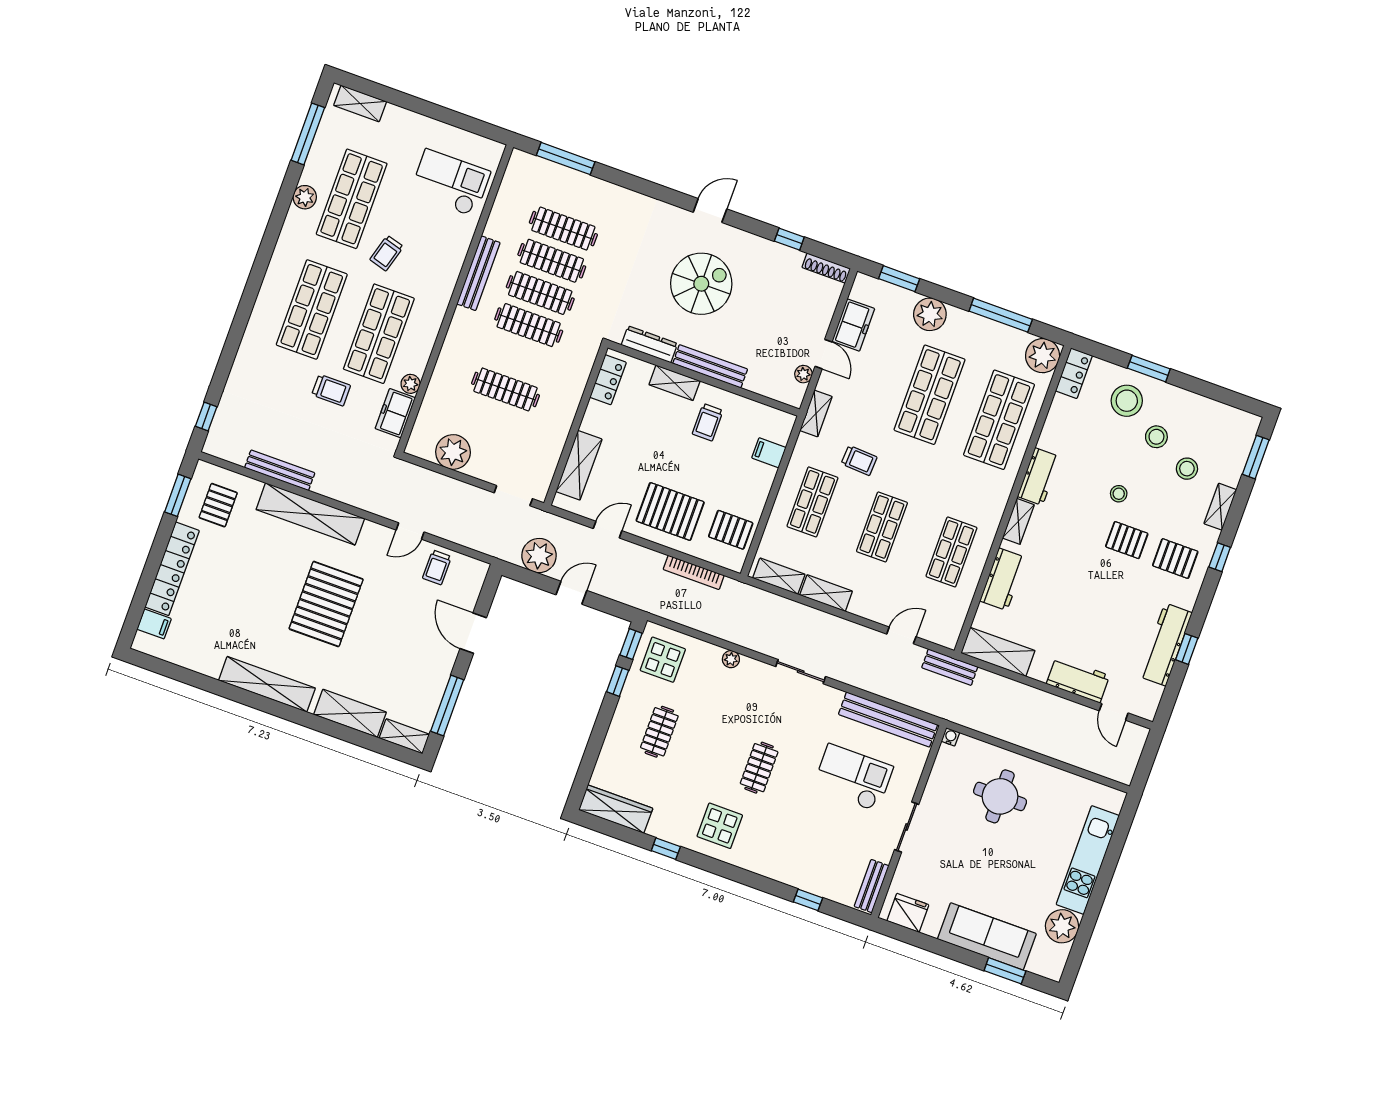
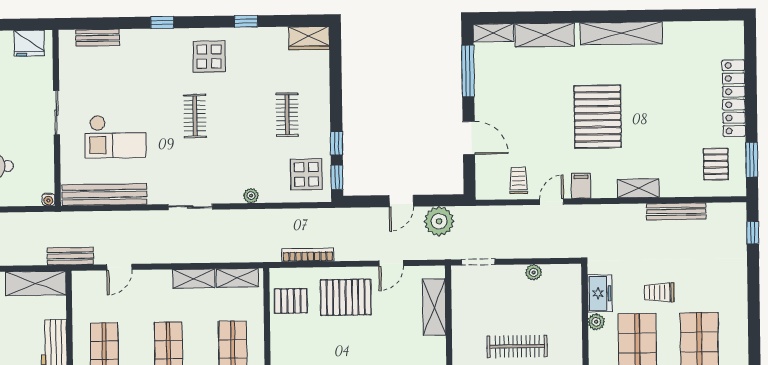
plant: (453, 452) -> (534, 272), width x0.53, depth x0.53
shelving: (310, 514) -> (638, 188), width x0.45, depth x0.75
filing cabinet: (154, 624) -> (581, 186), moved, turned 90
wardrobe: (616, 809) -> (309, 38), width x0.67
bench: (872, 886) -> (98, 38), moved, turned 90
window: (808, 900) -> (162, 23), moved

